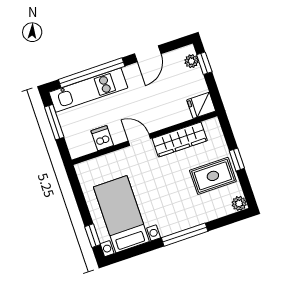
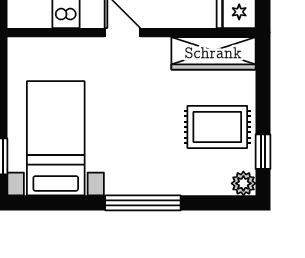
wardrobe: (180, 139) -> (213, 53), moved
window: (237, 160) -> (263, 152), moved

